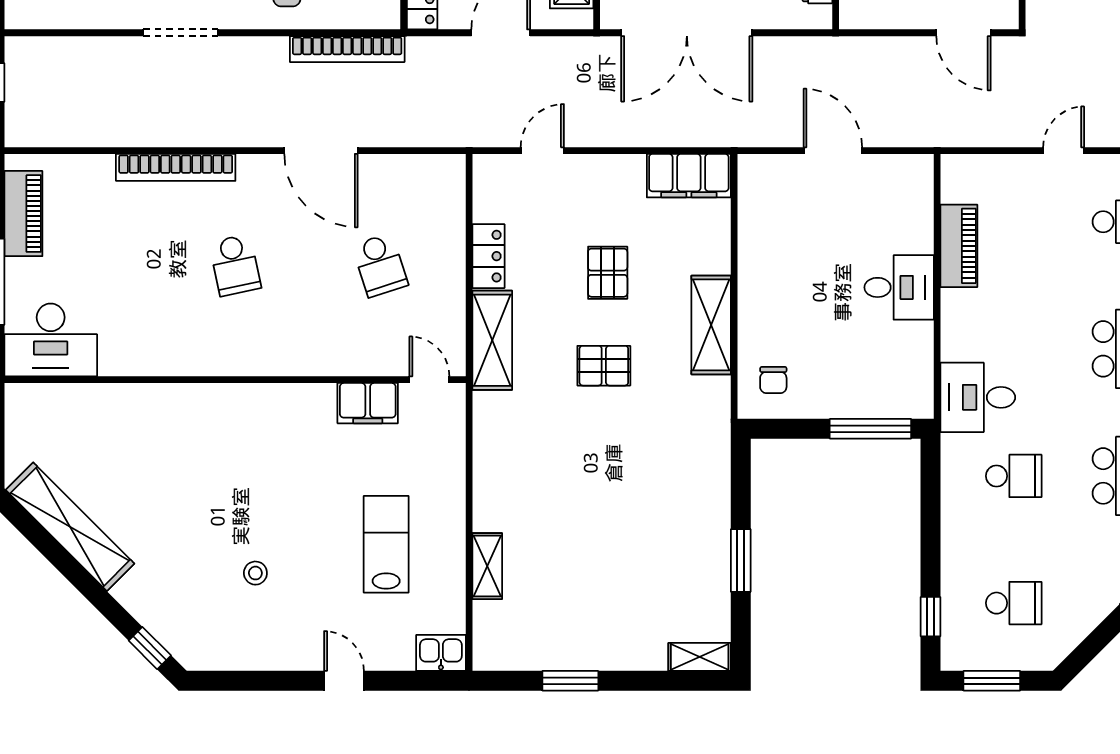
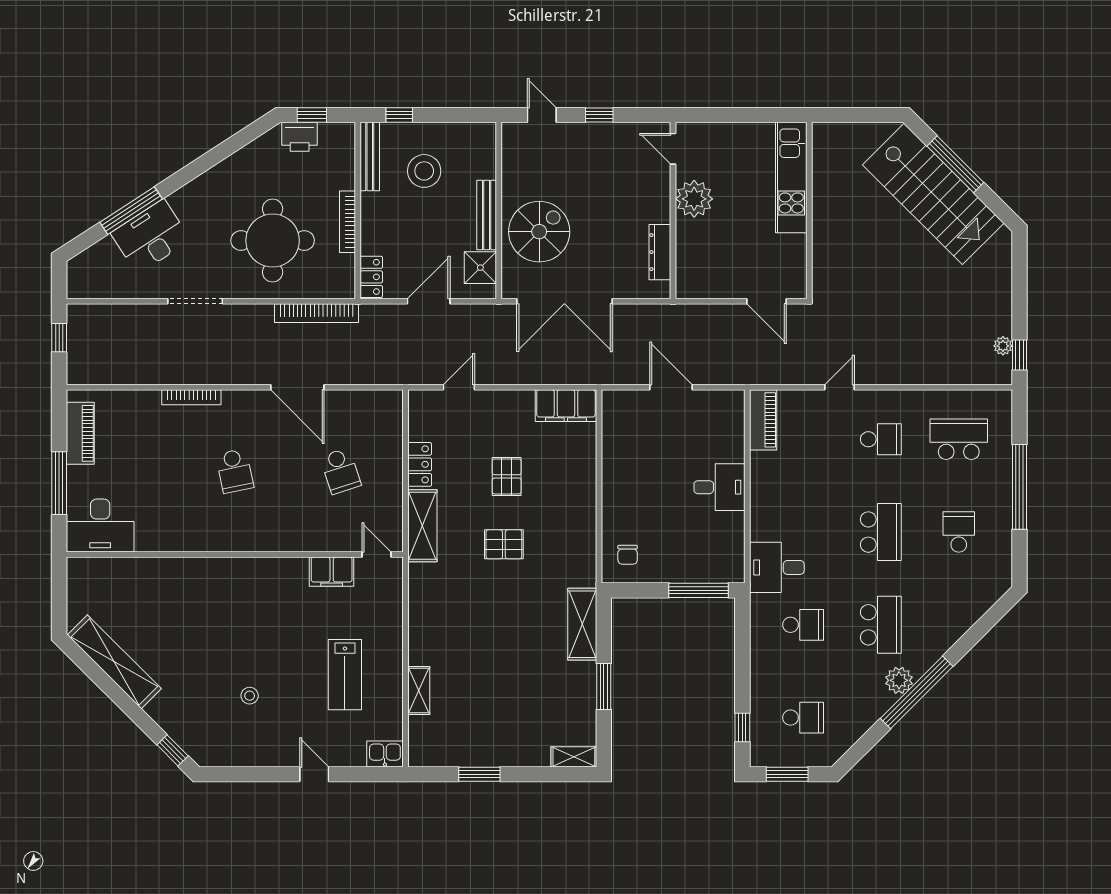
bookcase: (176, 167) -> (191, 397), width x0.68, depth x0.76
piano: (959, 246) -> (763, 420), moved
shelving: (711, 325) -> (582, 624), moved
lab bench: (386, 544) -> (345, 675), turned 180

